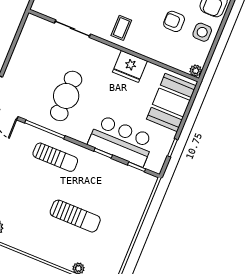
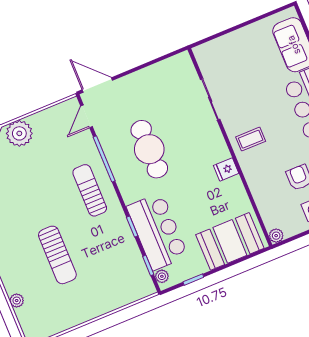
fridge: (130, 66) -> (226, 169), width x0.53, depth x0.75
cafe table: (66, 96) -> (149, 149), turned 90
sun lounger: (55, 157) -> (90, 190), turned 180
plant: (151, 165) -> (162, 276), added

